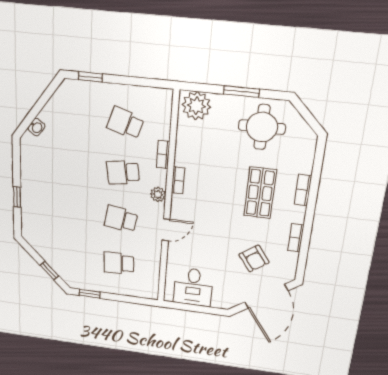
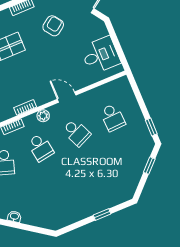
washbasin: (36, 127) -> (14, 216), moved
school desk: (121, 219) -> (77, 132), turned -33

